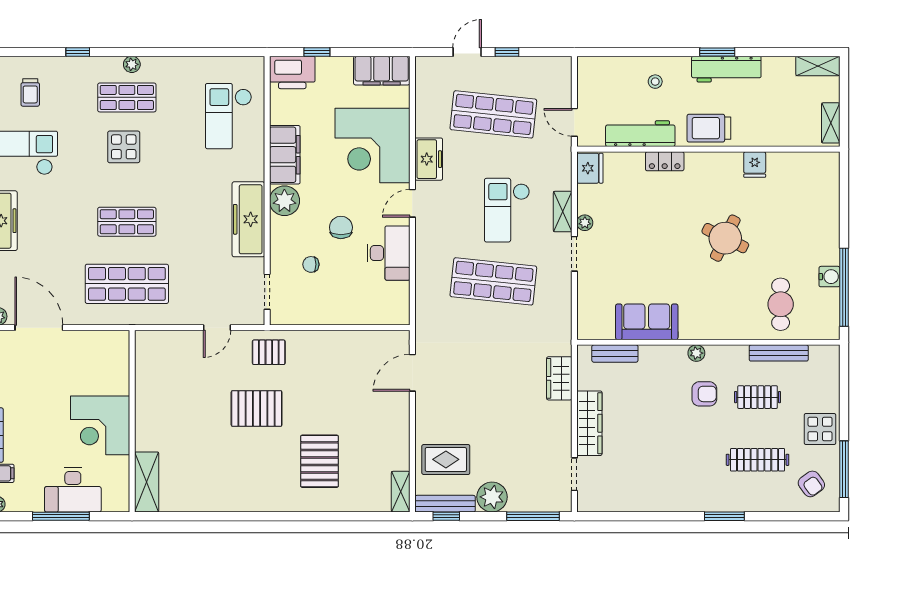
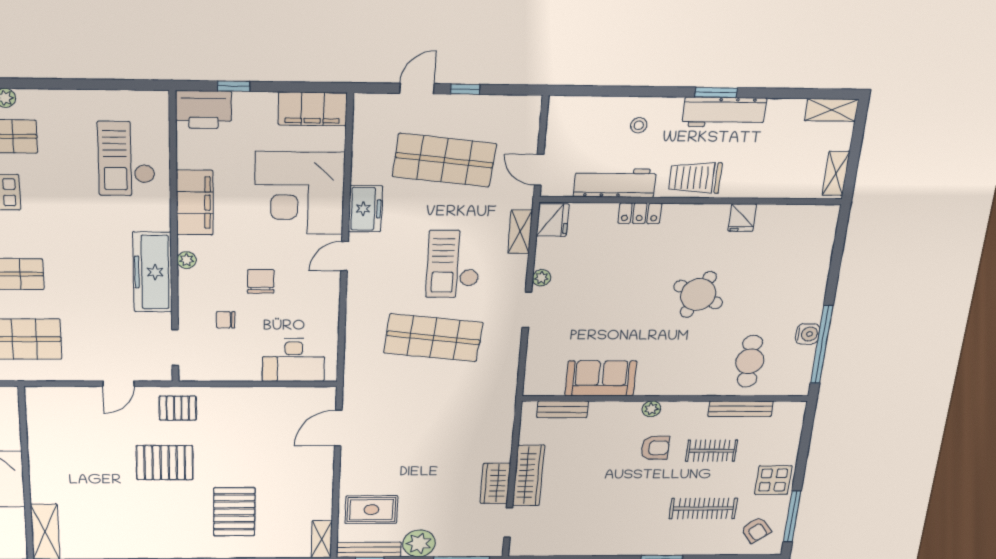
plant: (284, 201) -> (187, 260), width x0.53, depth x0.53
shelving: (563, 212) -> (520, 232), moved
desk: (388, 253) -> (294, 360), moved, turned 90
wardrobe: (559, 378) -> (495, 483), moved

